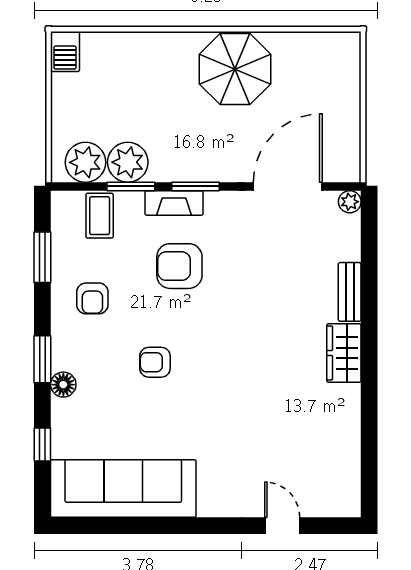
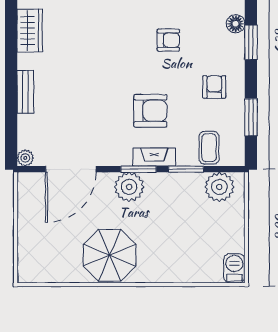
plant: (128, 162) -> (129, 187), moved
wardrobe: (344, 353) -> (30, 31), moved

